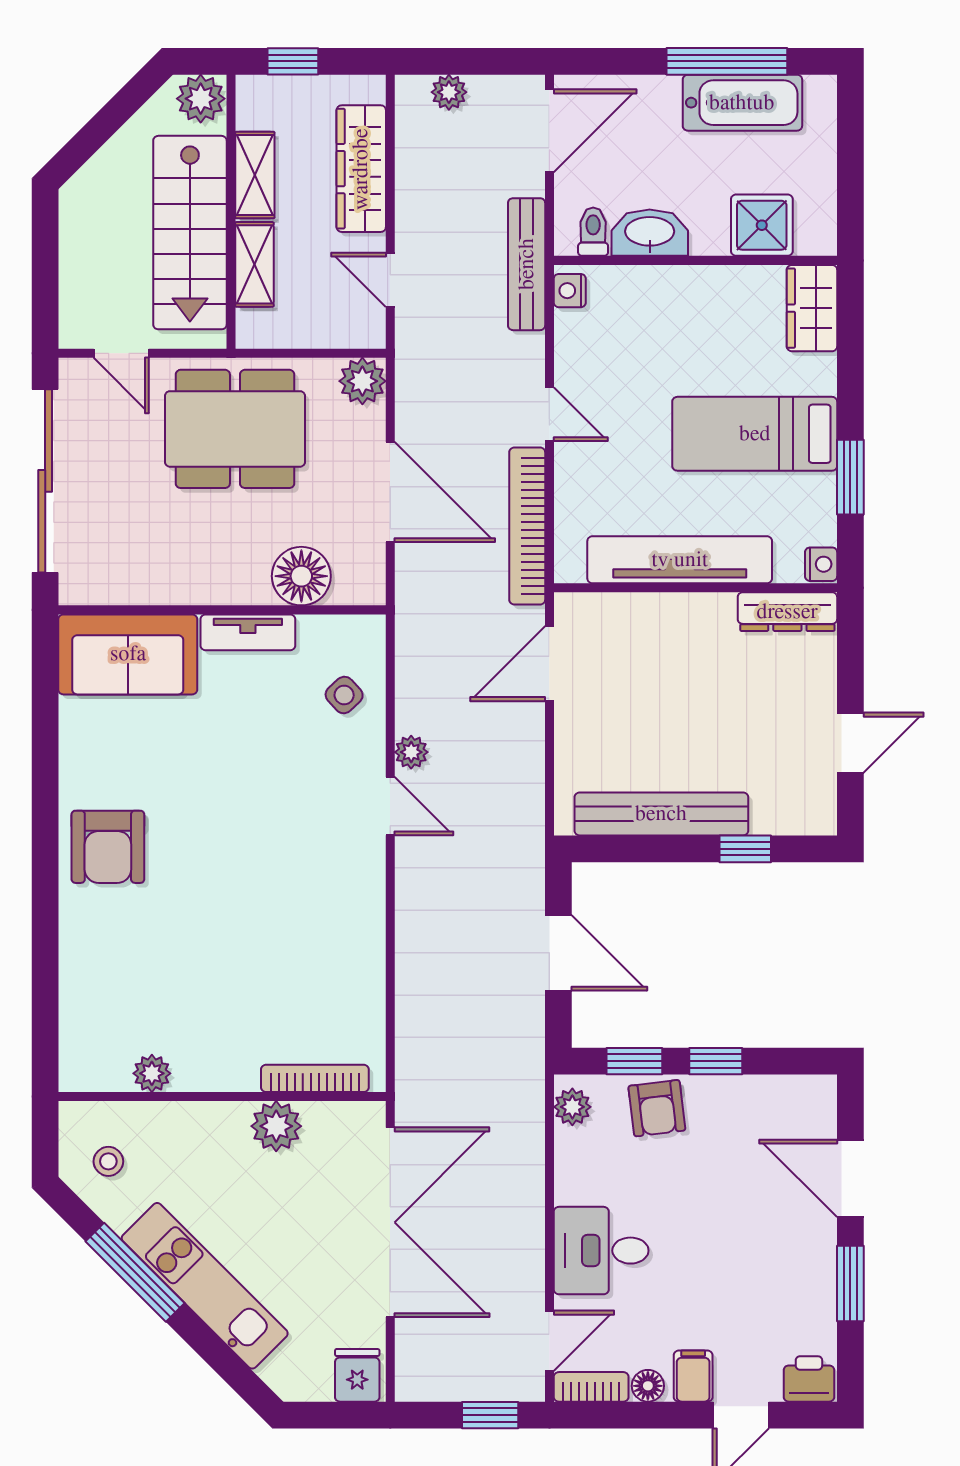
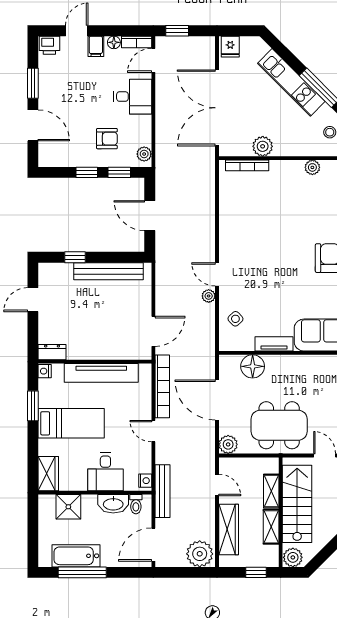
plant: (449, 92) -> (200, 554), width x1.87, depth x1.87
desk: (669, 312) -> (105, 472), added
dresser: (787, 612) -> (52, 352), width x0.70
armchair: (657, 1108) -> (107, 139), moved, turned 97

